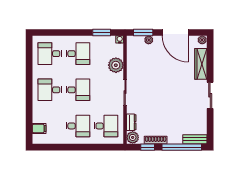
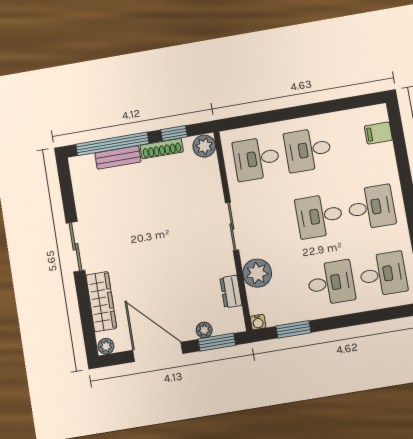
desk: (78, 54) -> (331, 283), turned 180
dresser: (131, 122) -> (231, 292), moved
bench: (195, 139) -> (118, 157), moved

